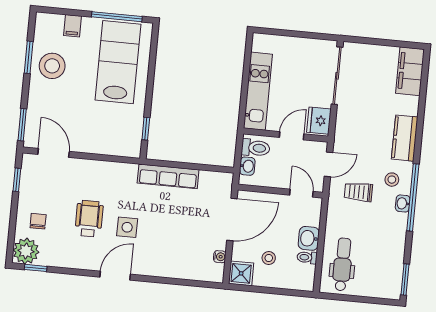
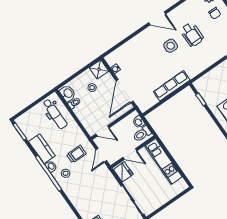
door: (292, 136) -> (130, 154), hinge flipped
kitchen counter: (405, 138) -> (42, 149), moved
washbasin: (309, 238) -> (68, 93), moved
door: (115, 276) -> (157, 18), hinge flipped

